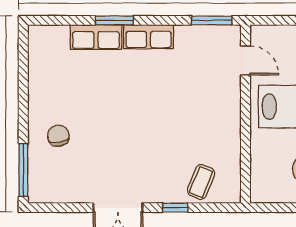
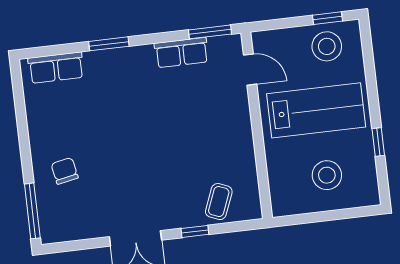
row of seats: (96, 37) -> (56, 68), moved
row of seats: (148, 37) -> (181, 53), moved

